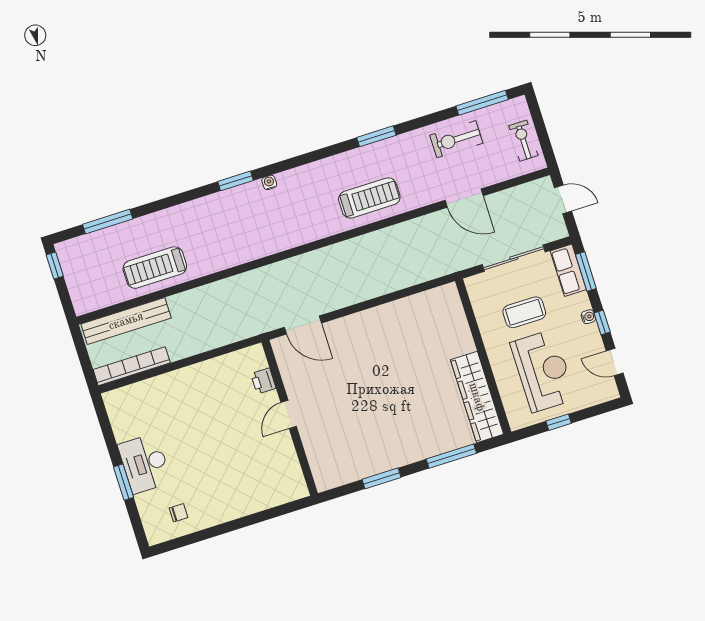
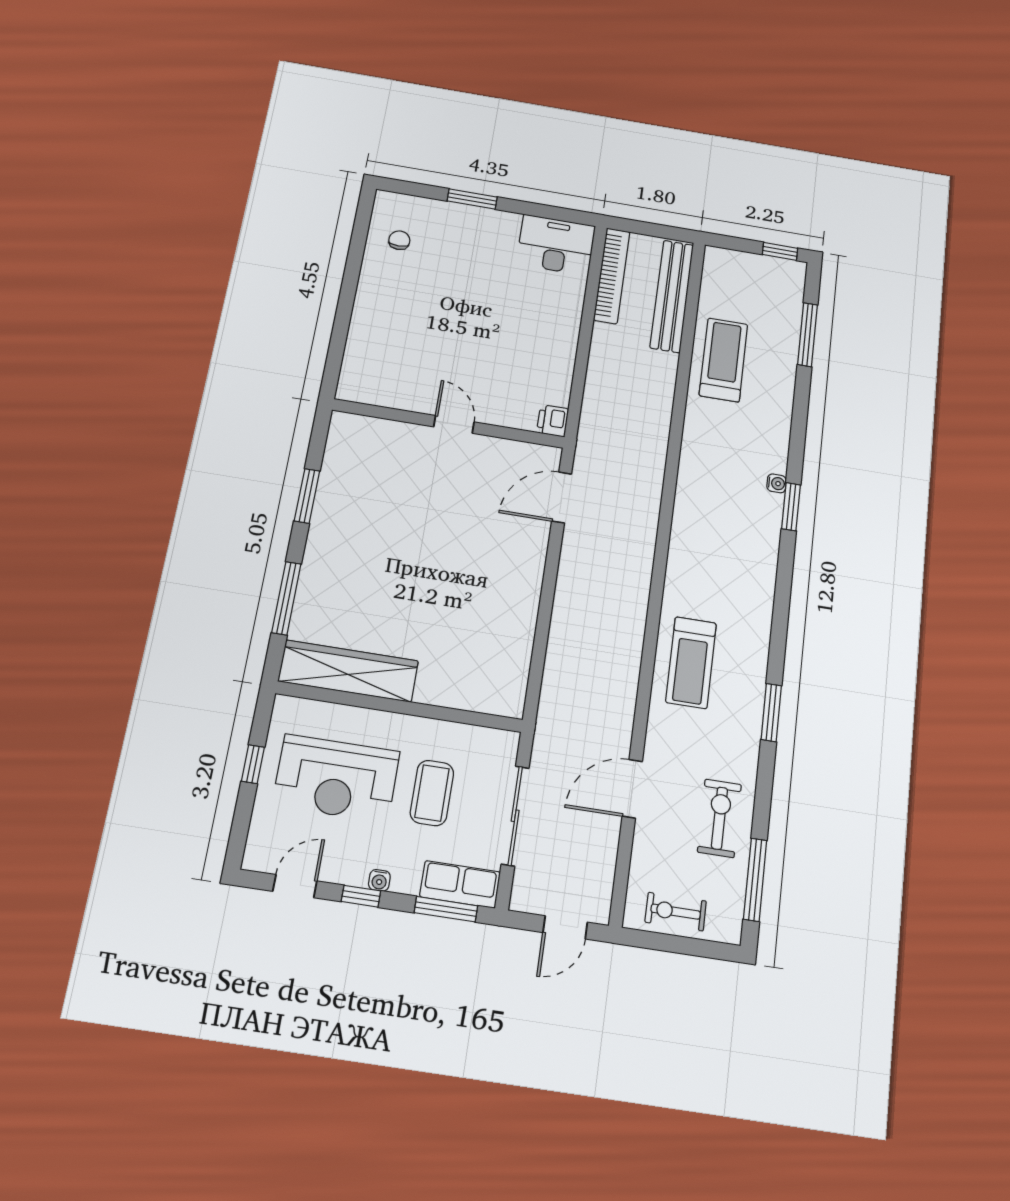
exercise bike: (523, 141) -> (676, 912), turned 180
water cooler: (269, 182) -> (777, 483), moved
printer: (263, 381) -> (553, 421), moved, turned -90
desk: (145, 463) -> (556, 245), moved
chair: (179, 513) -> (399, 240), turned 180

